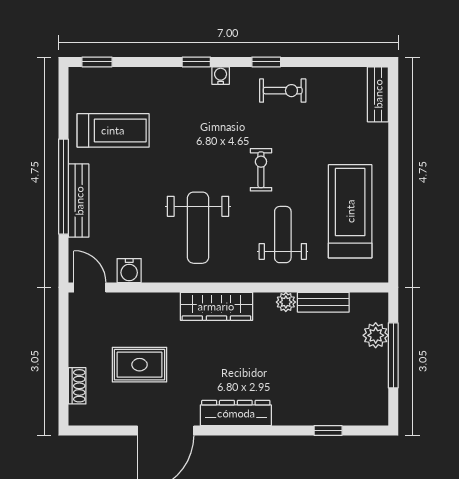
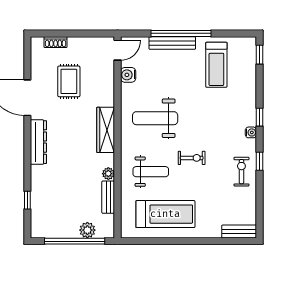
exercise bike: (283, 91) -> (241, 172), turned 180
window: (393, 355) -> (75, 241), width x1.46

